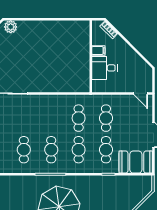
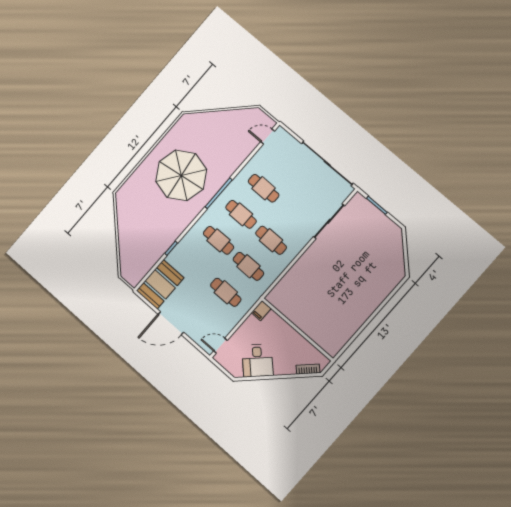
plant: (11, 27) -> (394, 277), removed
filing cabinet: (98, 50) -> (261, 311), moved
desk: (104, 68) -> (257, 361), moved, turned 135
cafe table: (106, 150) -> (271, 240), moved

